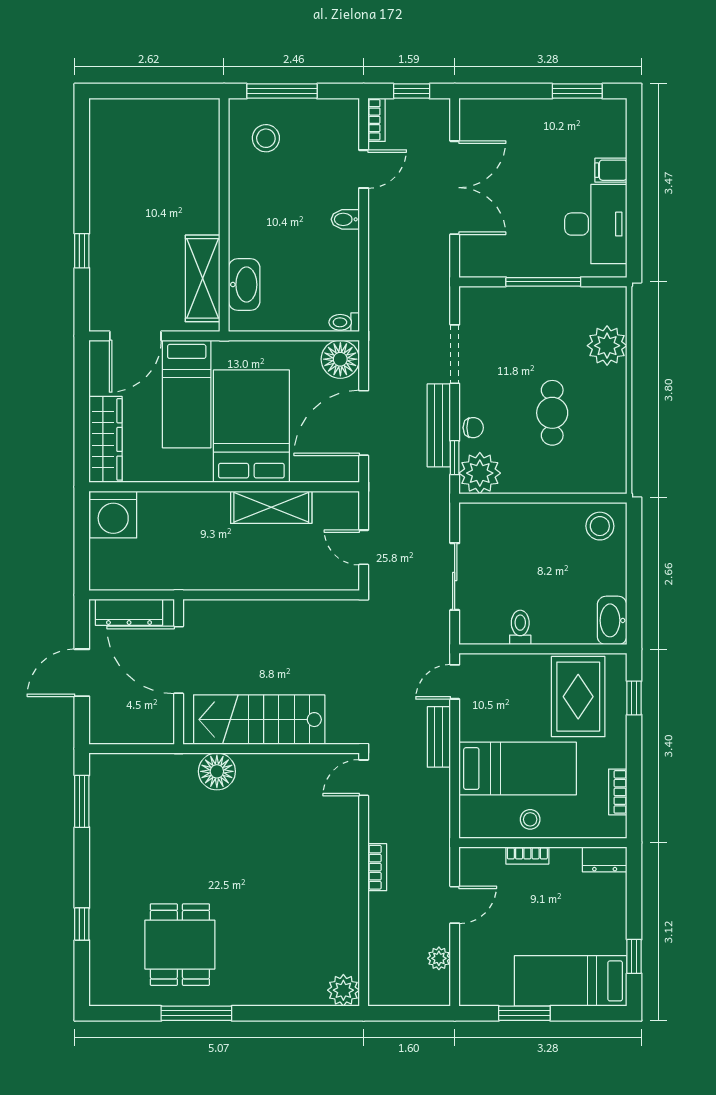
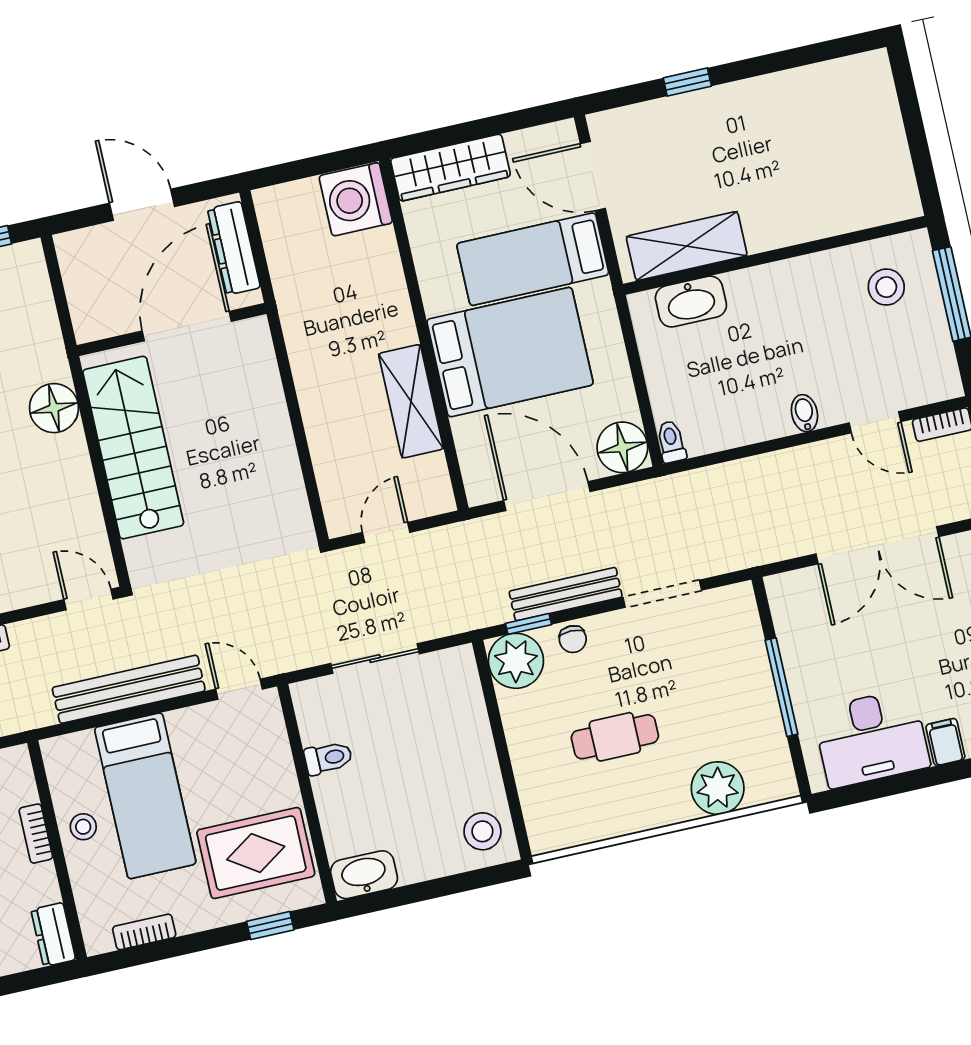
bench: (439, 737) -> (129, 689), width x1.86, depth x1.21

